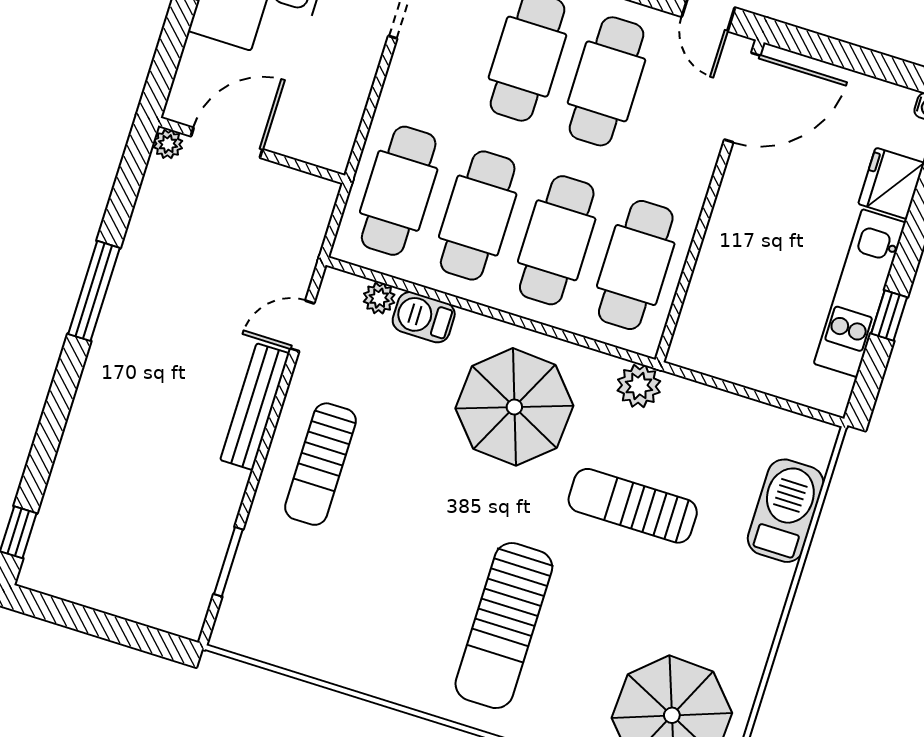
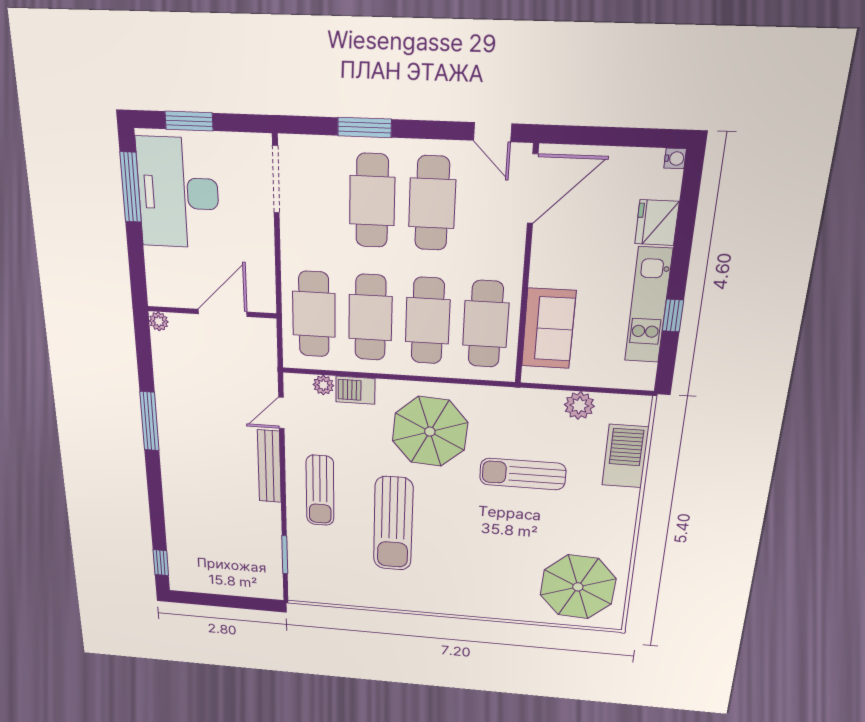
door: (227, 143) -> (223, 313), moved
sofa: (720, 293) -> (549, 329), added
plant: (639, 386) -> (579, 405), moved
sun lounger: (504, 626) -> (393, 524), moved

